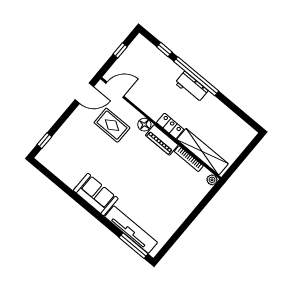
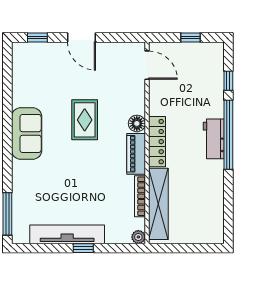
door: (84, 93) -> (81, 37), moved
rug: (112, 125) -> (85, 120), moved
locker: (170, 126) -> (157, 142), width x1.53
window: (191, 218) -> (83, 248), added
tv unit: (131, 230) -> (67, 234), moved, turned -90

